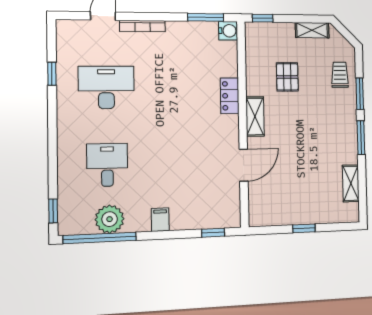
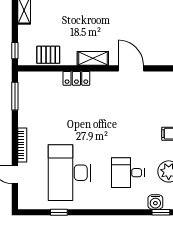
water cooler: (228, 31) -> (155, 202), moved, turned 180
pallet: (287, 77) -> (48, 55), moved
desk: (106, 87) -> (69, 173), width x1.36, depth x1.30

